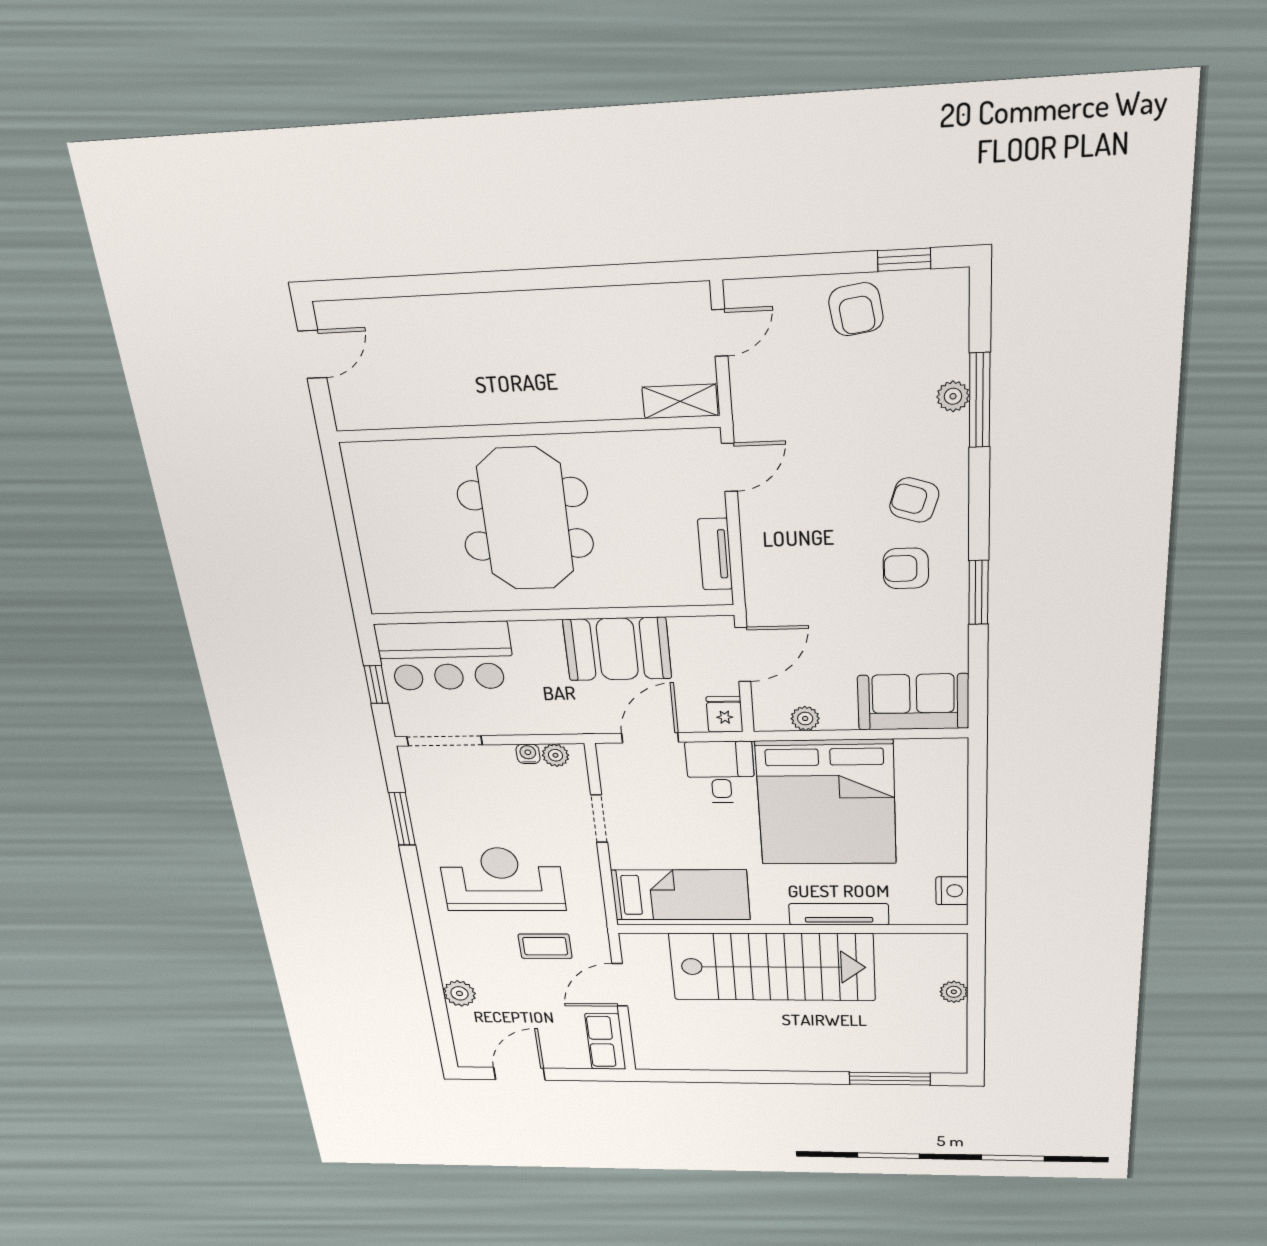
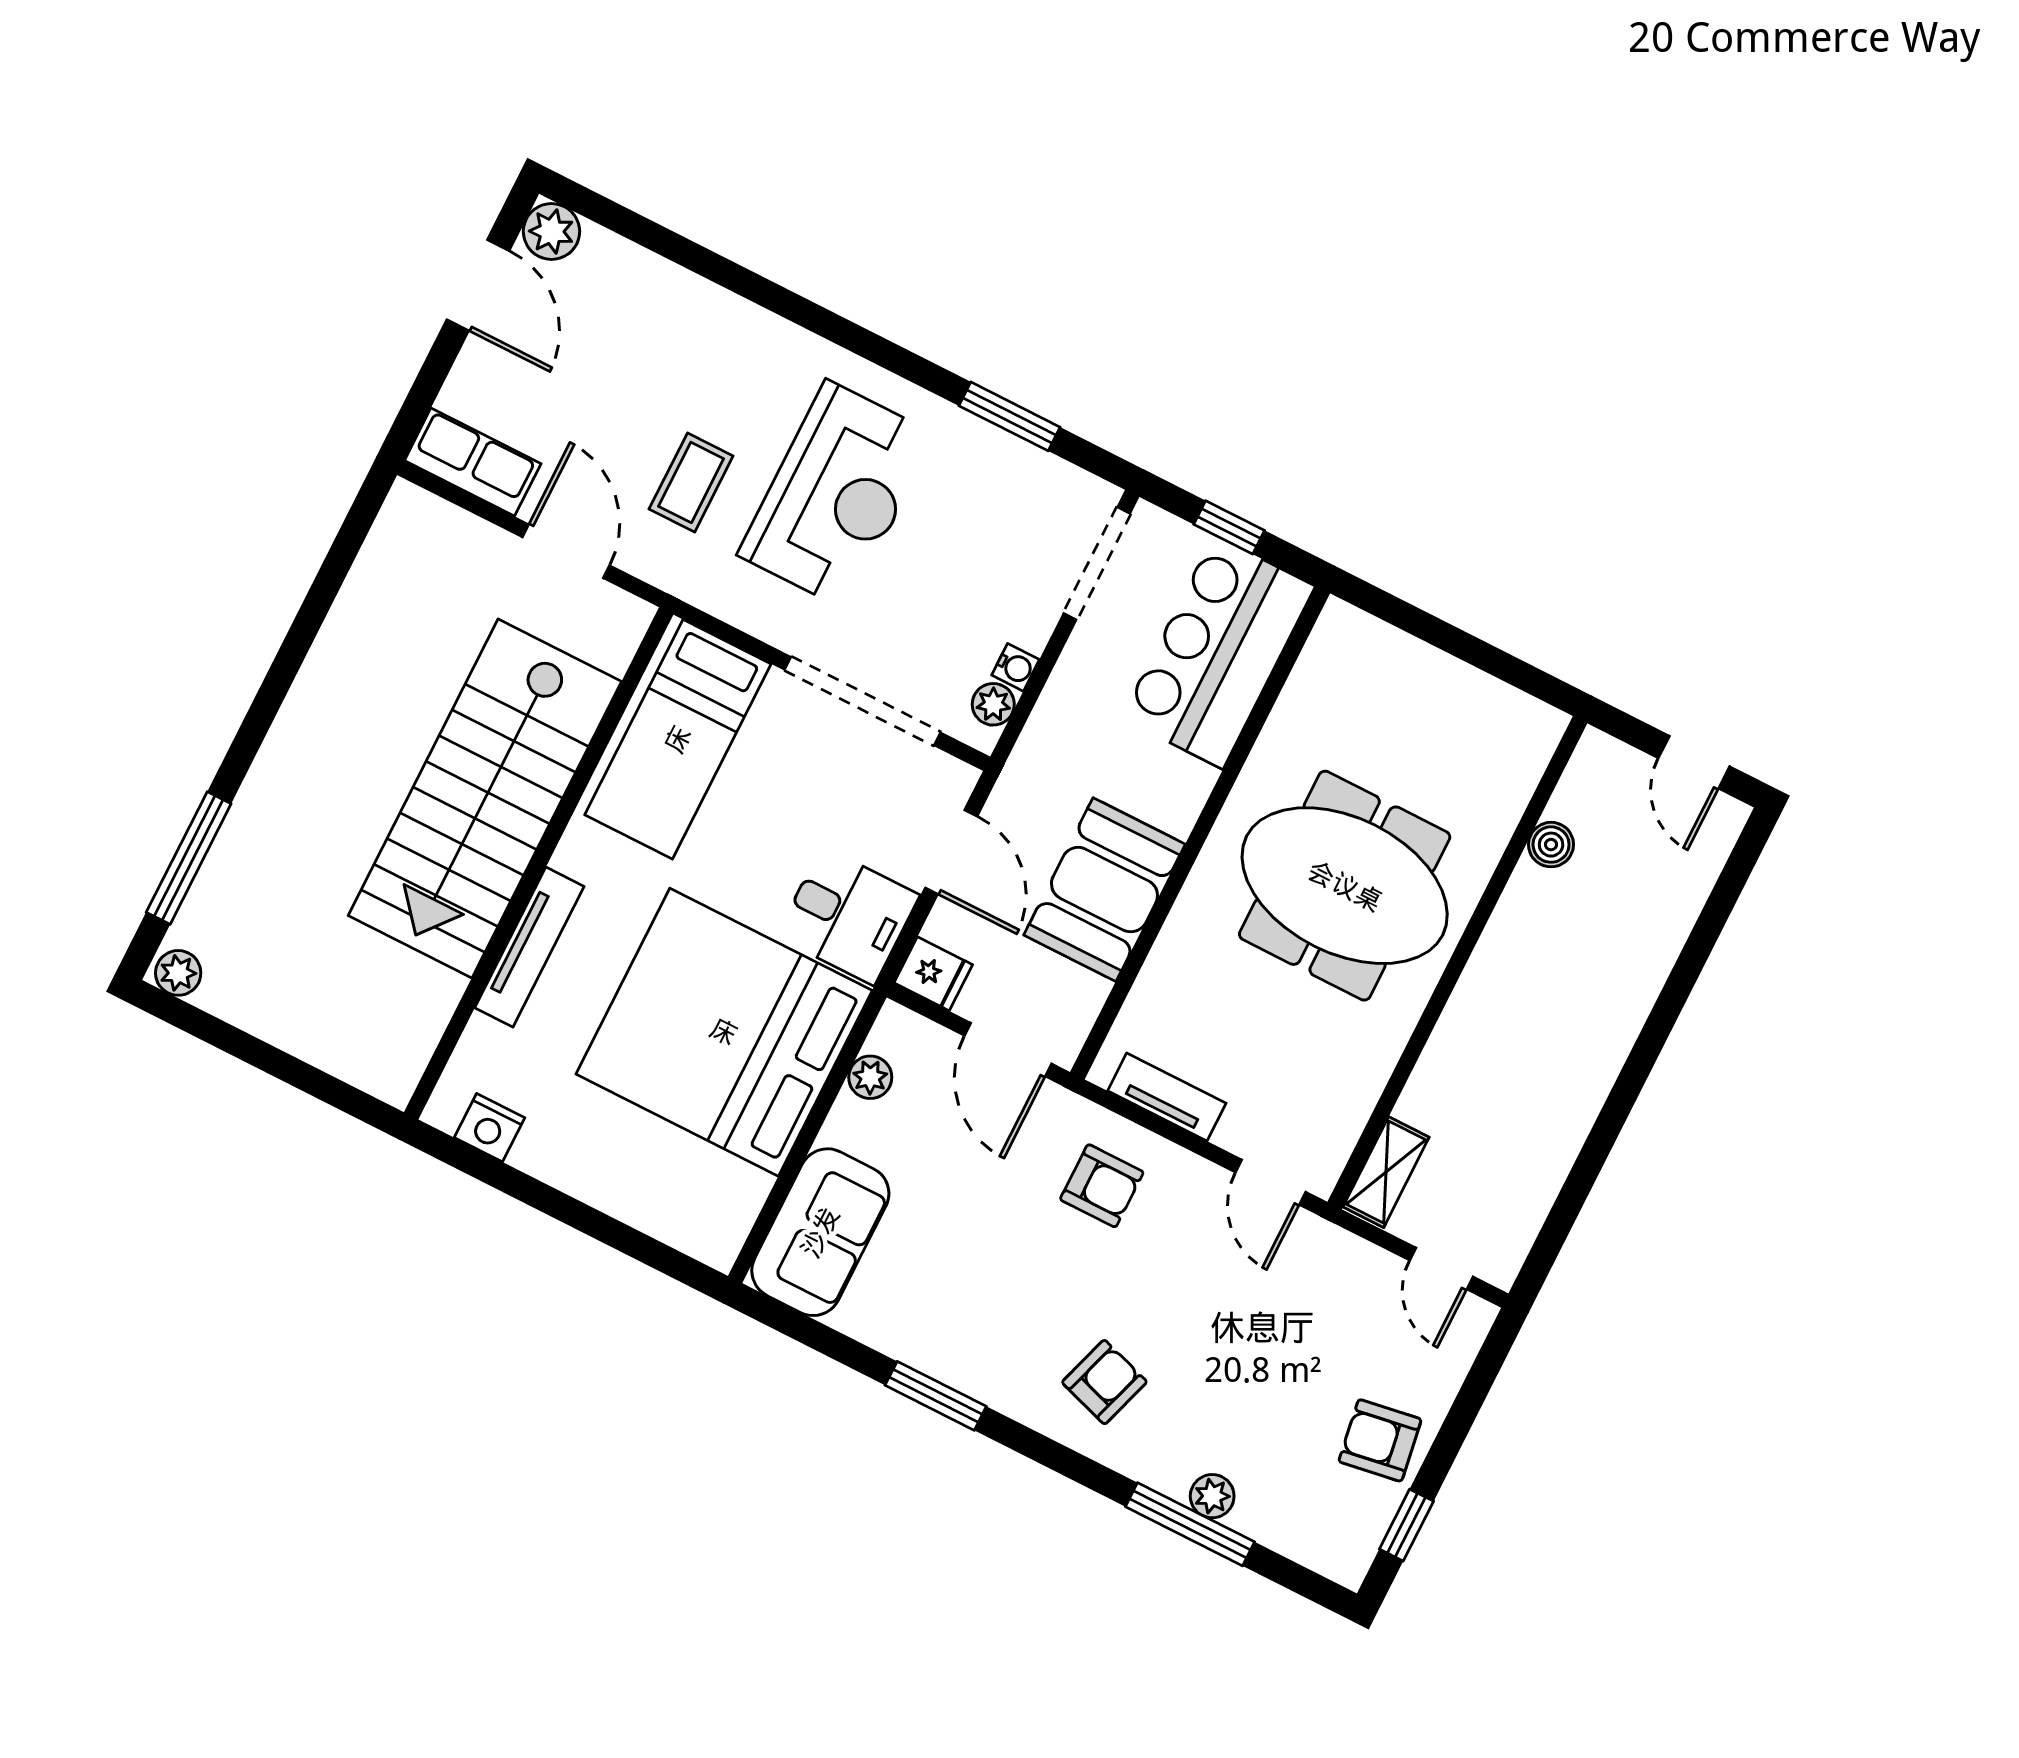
boiler: (420, 413) -> (1551, 845), added
armchair: (906, 568) -> (1102, 1186), moved, turned 90
doorway: (599, 819) -> (863, 701), width x1.87
plant: (954, 992) -> (178, 973), moved
plant: (459, 993) -> (551, 232), moved

